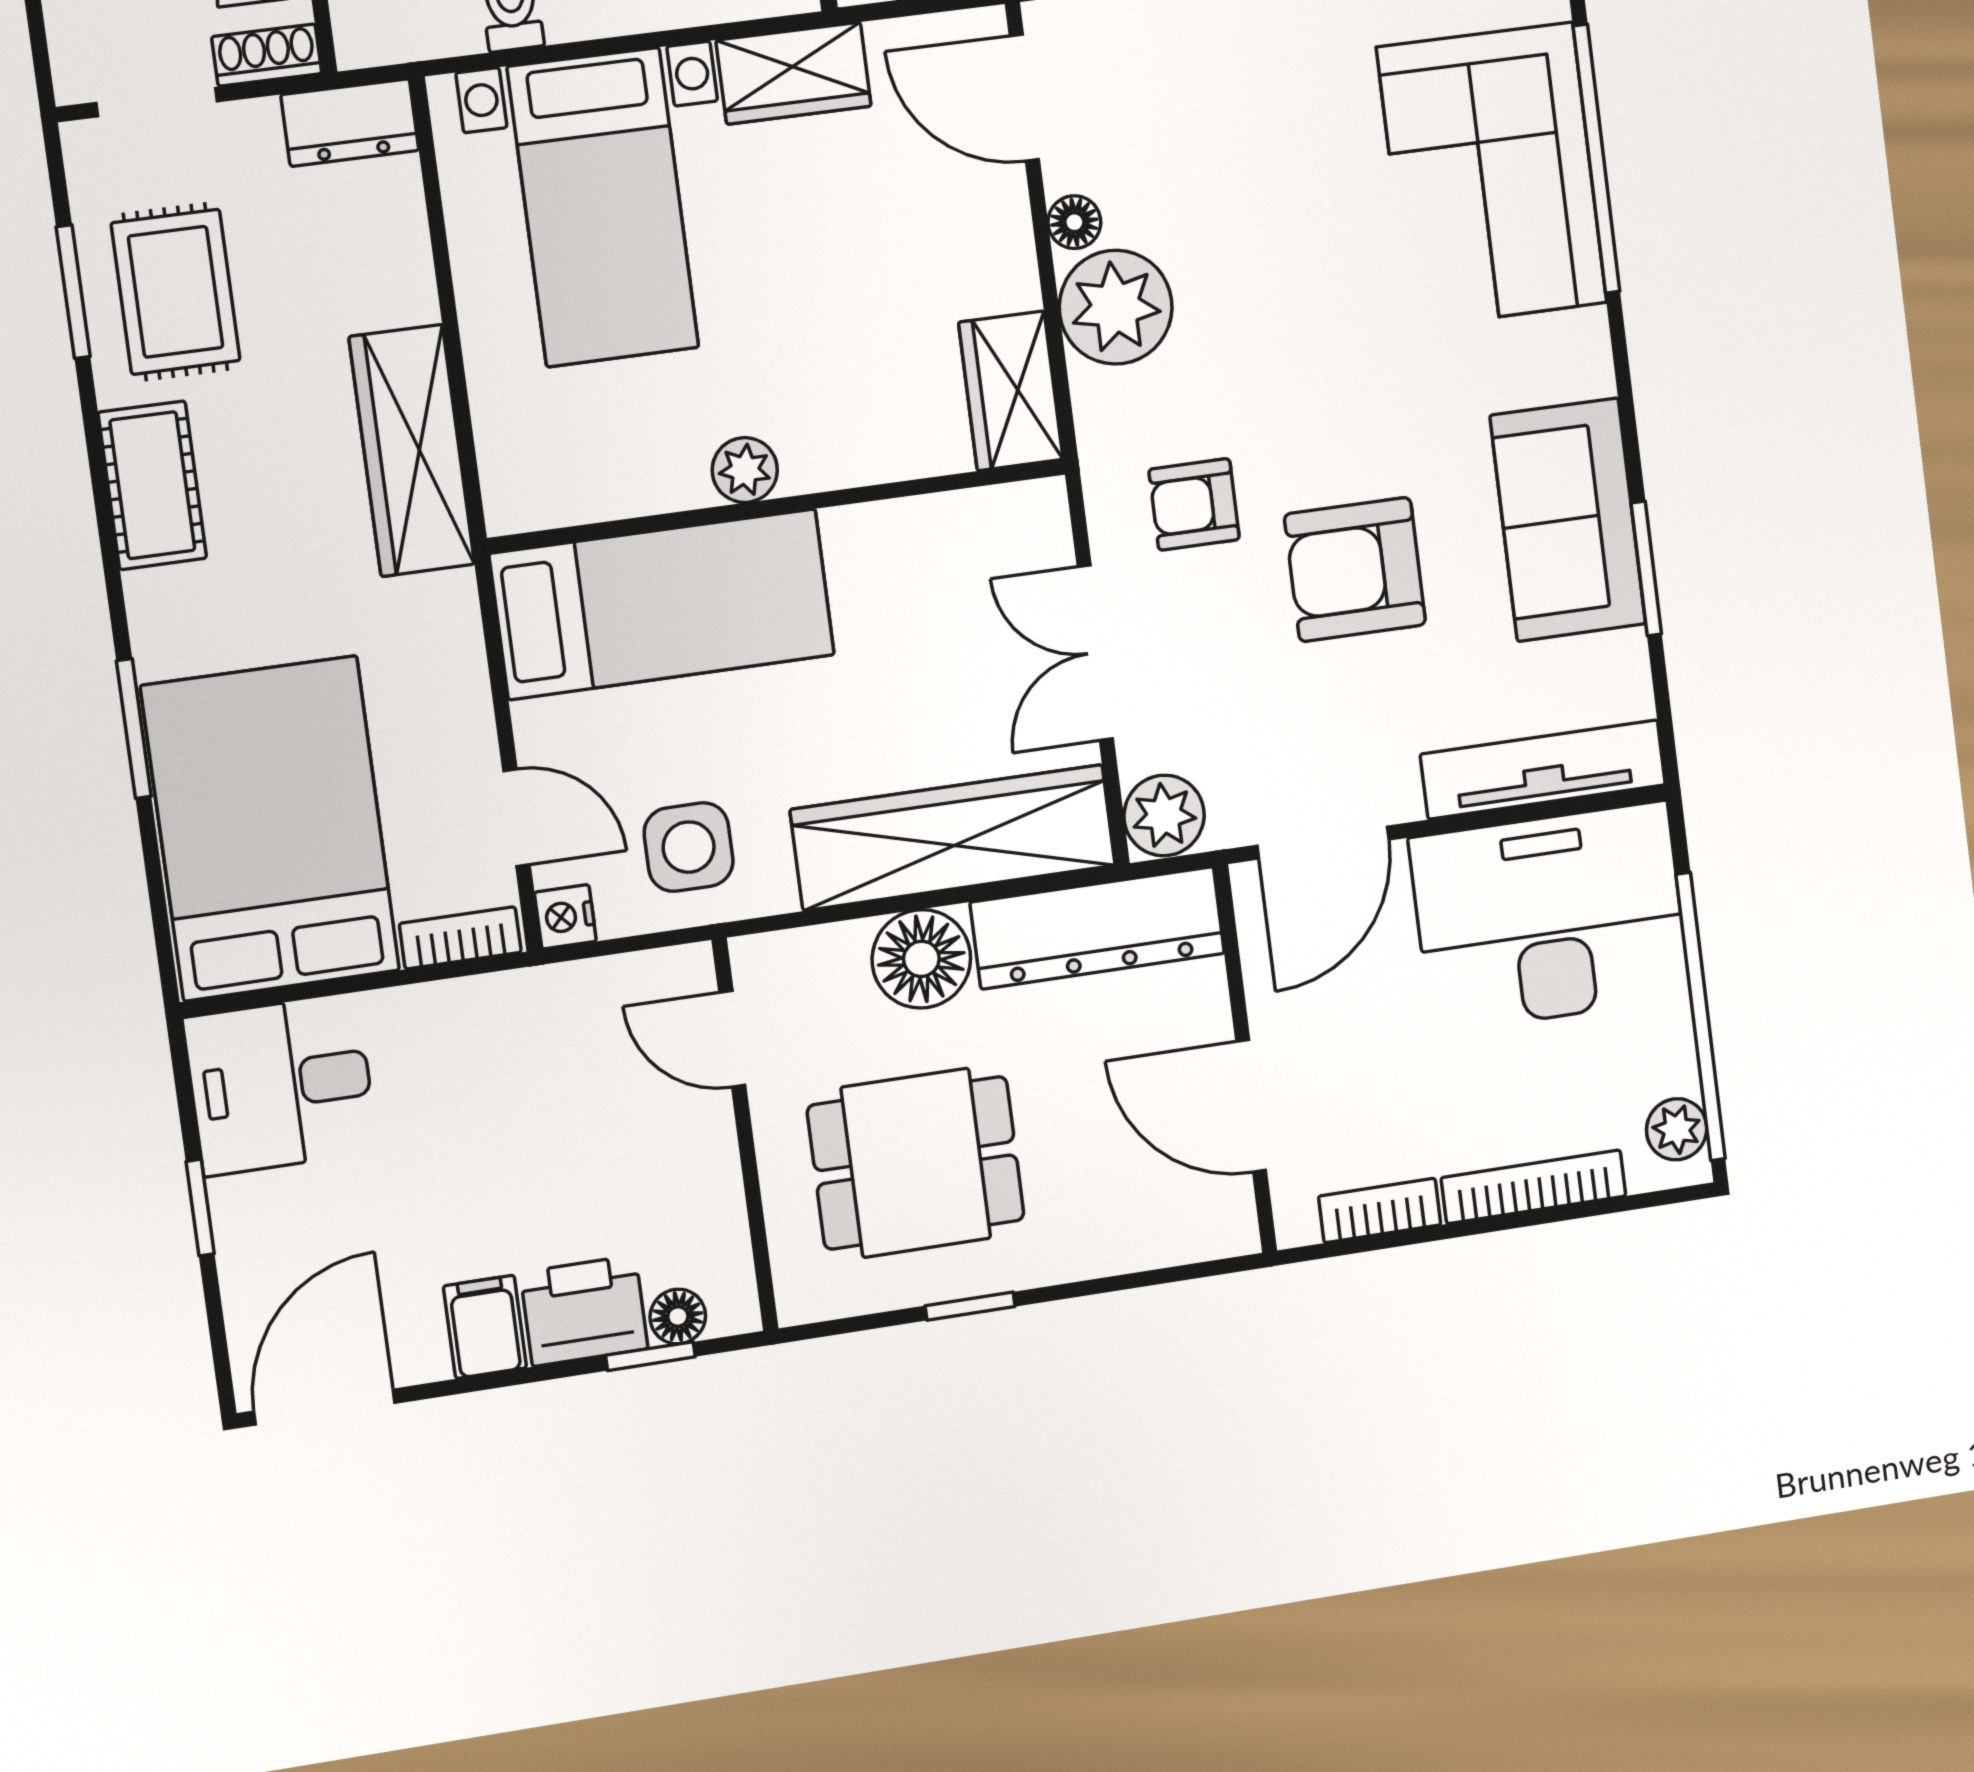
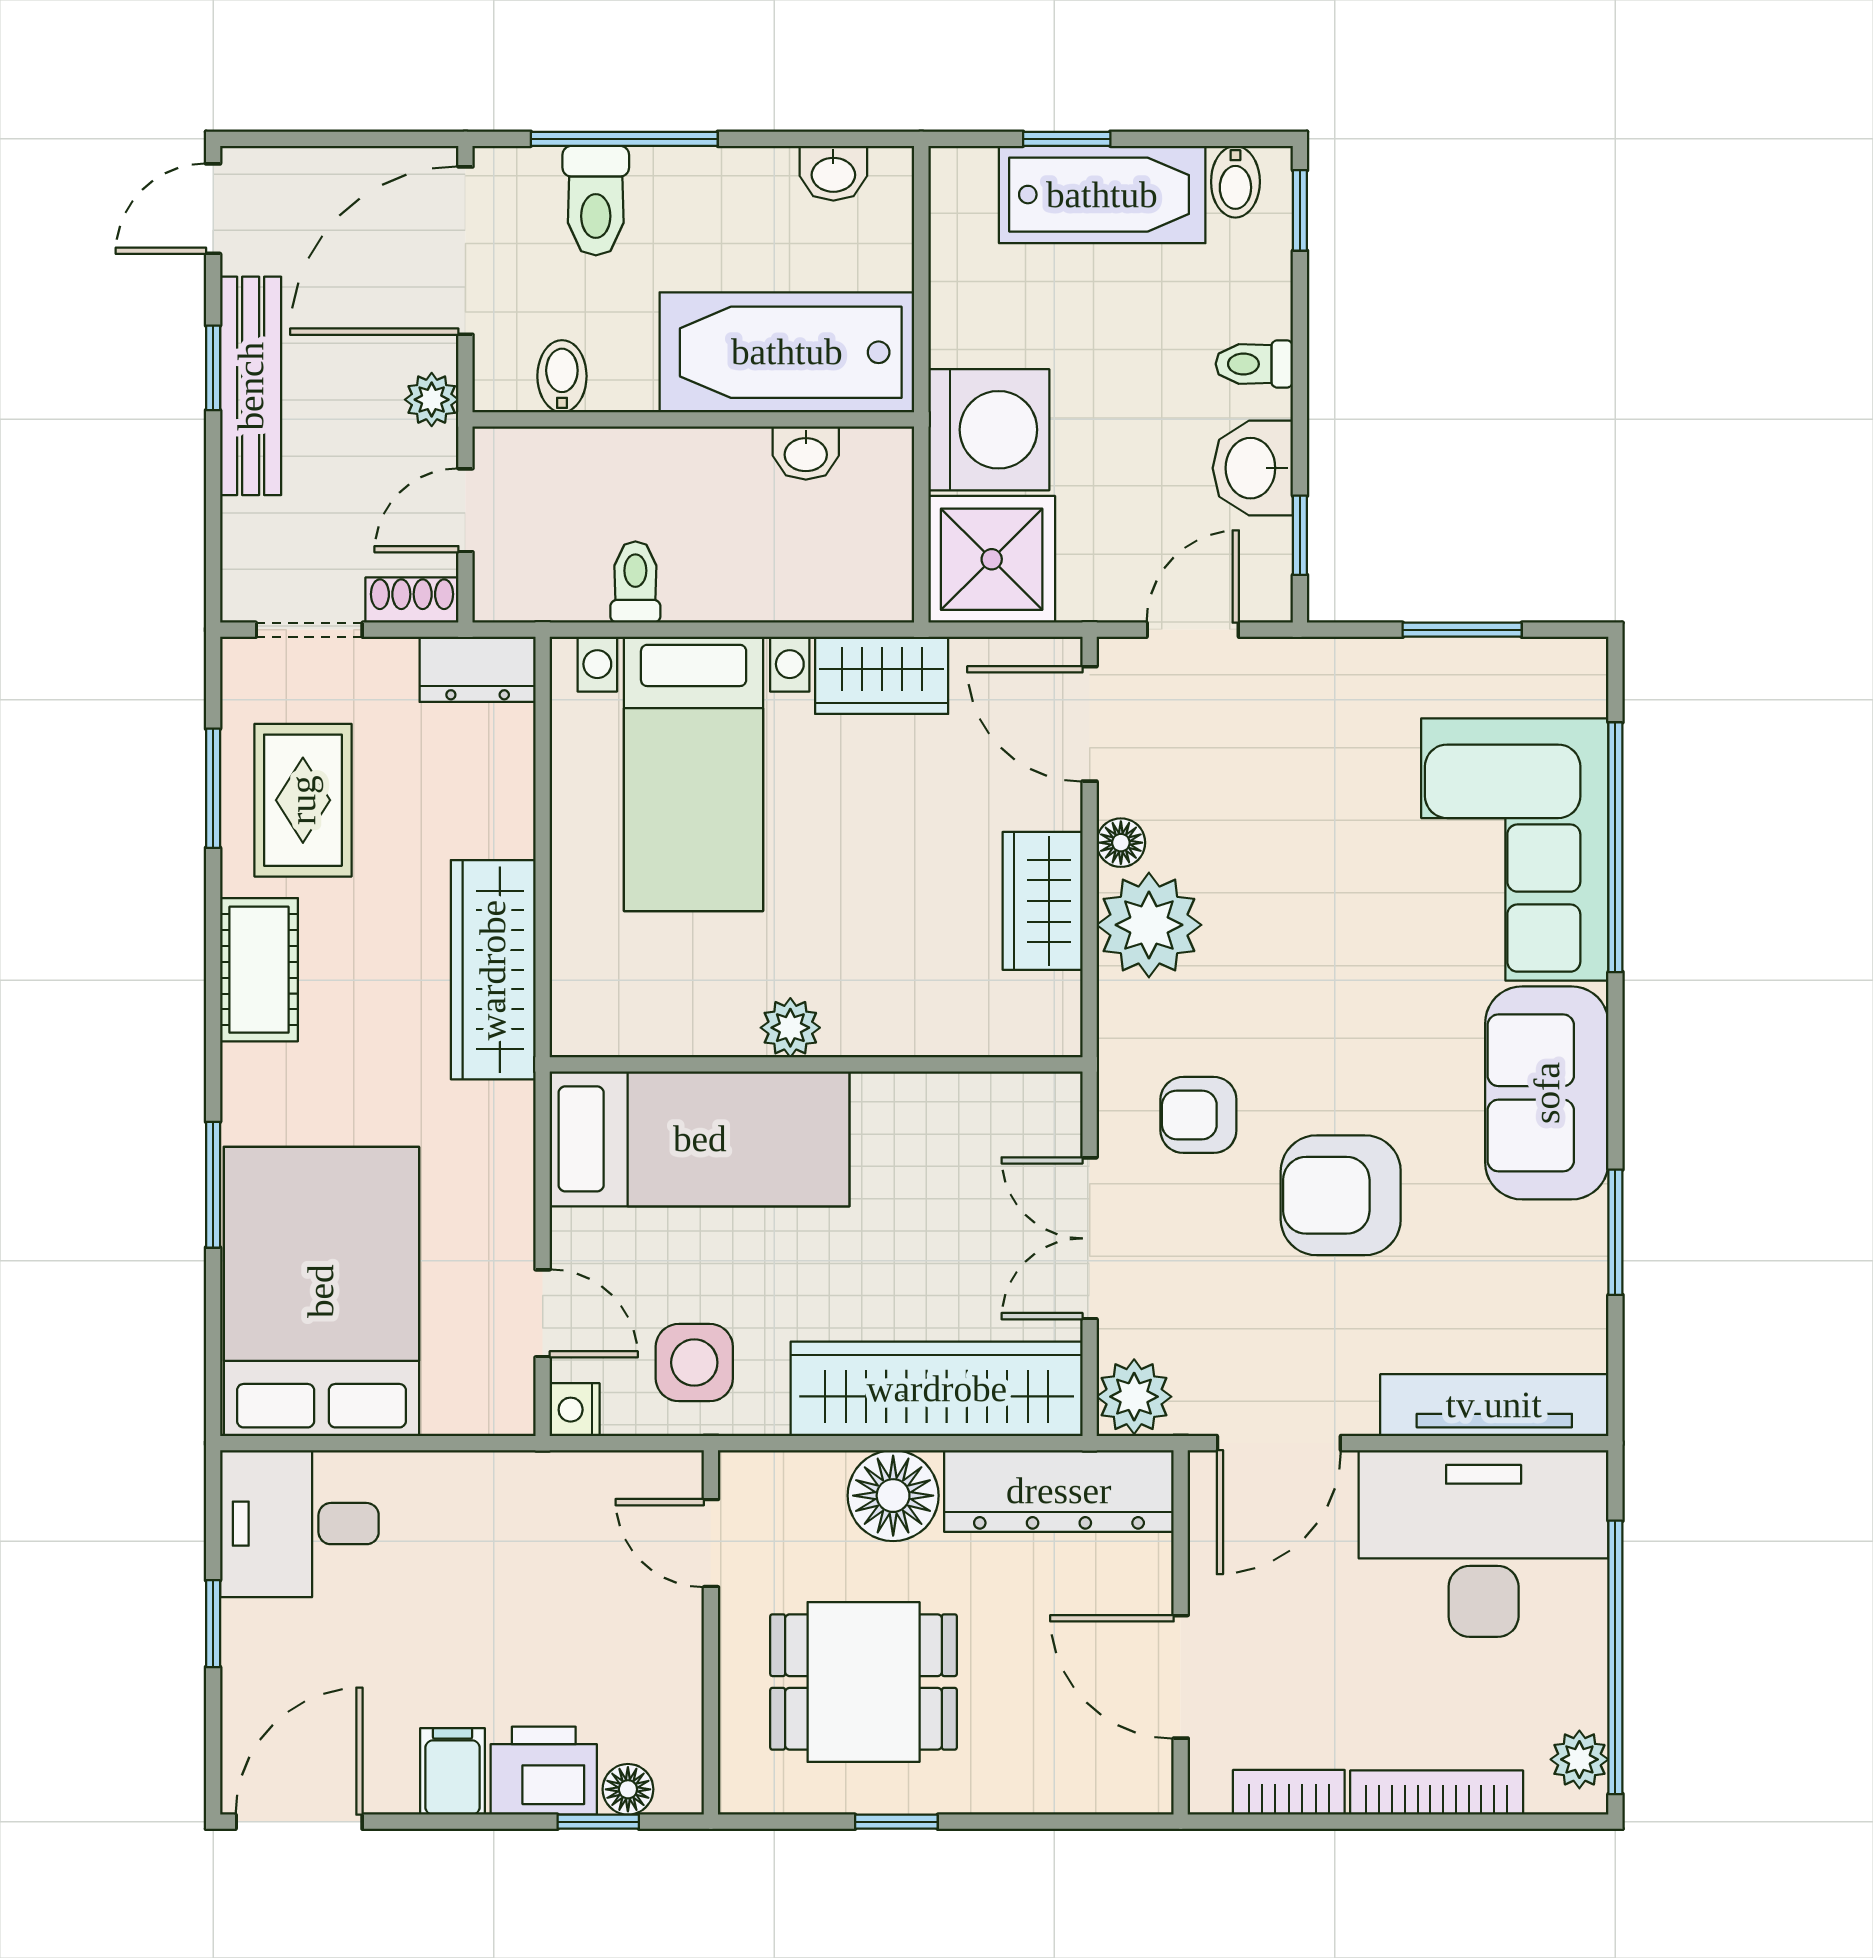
wardrobe: (1011, 391) -> (1043, 901), moved
sofa: (1568, 520) -> (1547, 1093), moved
bookcase: (460, 938) -> (478, 1415), removed

